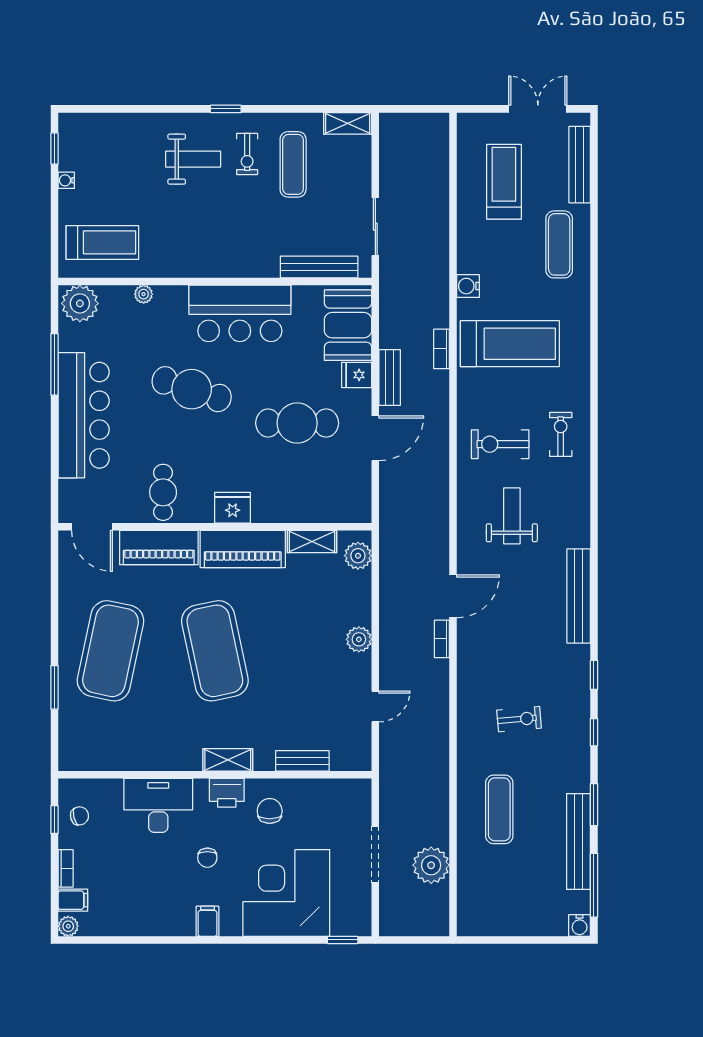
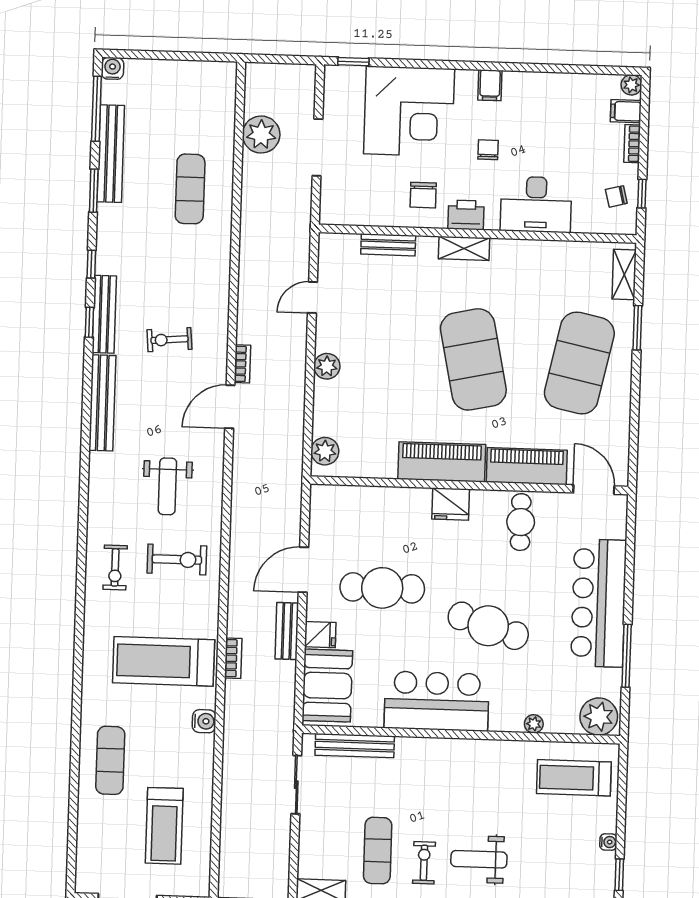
bench: (580, 165) -> (104, 314), moved
shelving: (312, 542) -> (624, 274), moved, turned 90
exercise bike: (519, 719) -> (169, 340), moved

